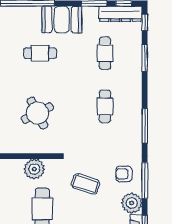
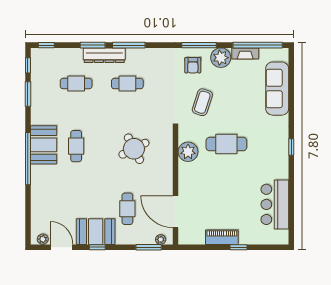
dresser: (120, 14) -> (104, 55), moved, turned 90
booth: (62, 20) -> (44, 145), moved
window: (145, 58) -> (93, 45), moved
window: (145, 126) -> (129, 45), moved

